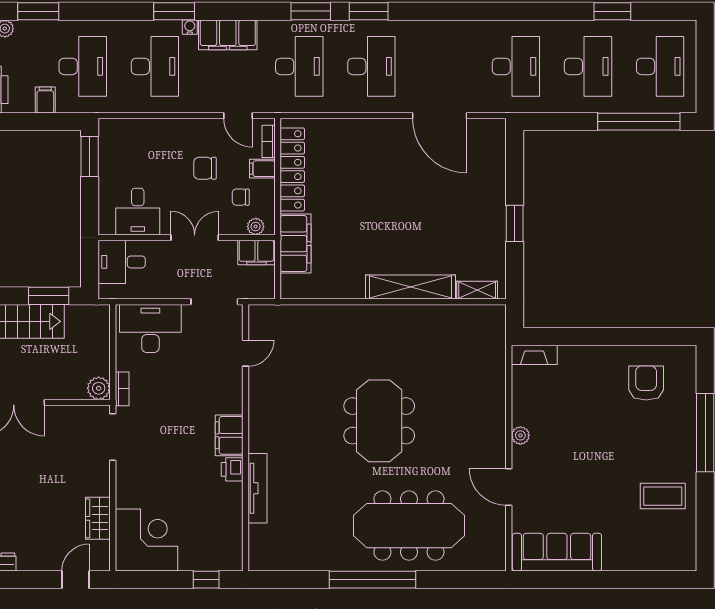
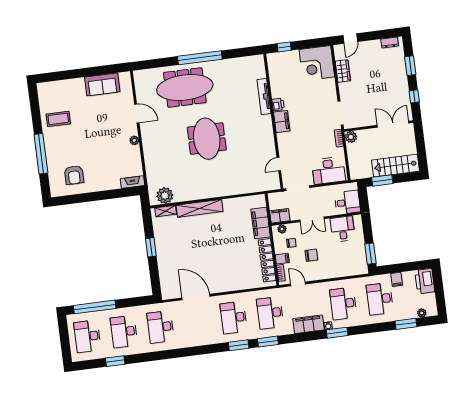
plant: (475, 321) -> (165, 196), added
sofa: (557, 552) -> (102, 84), width x0.73

